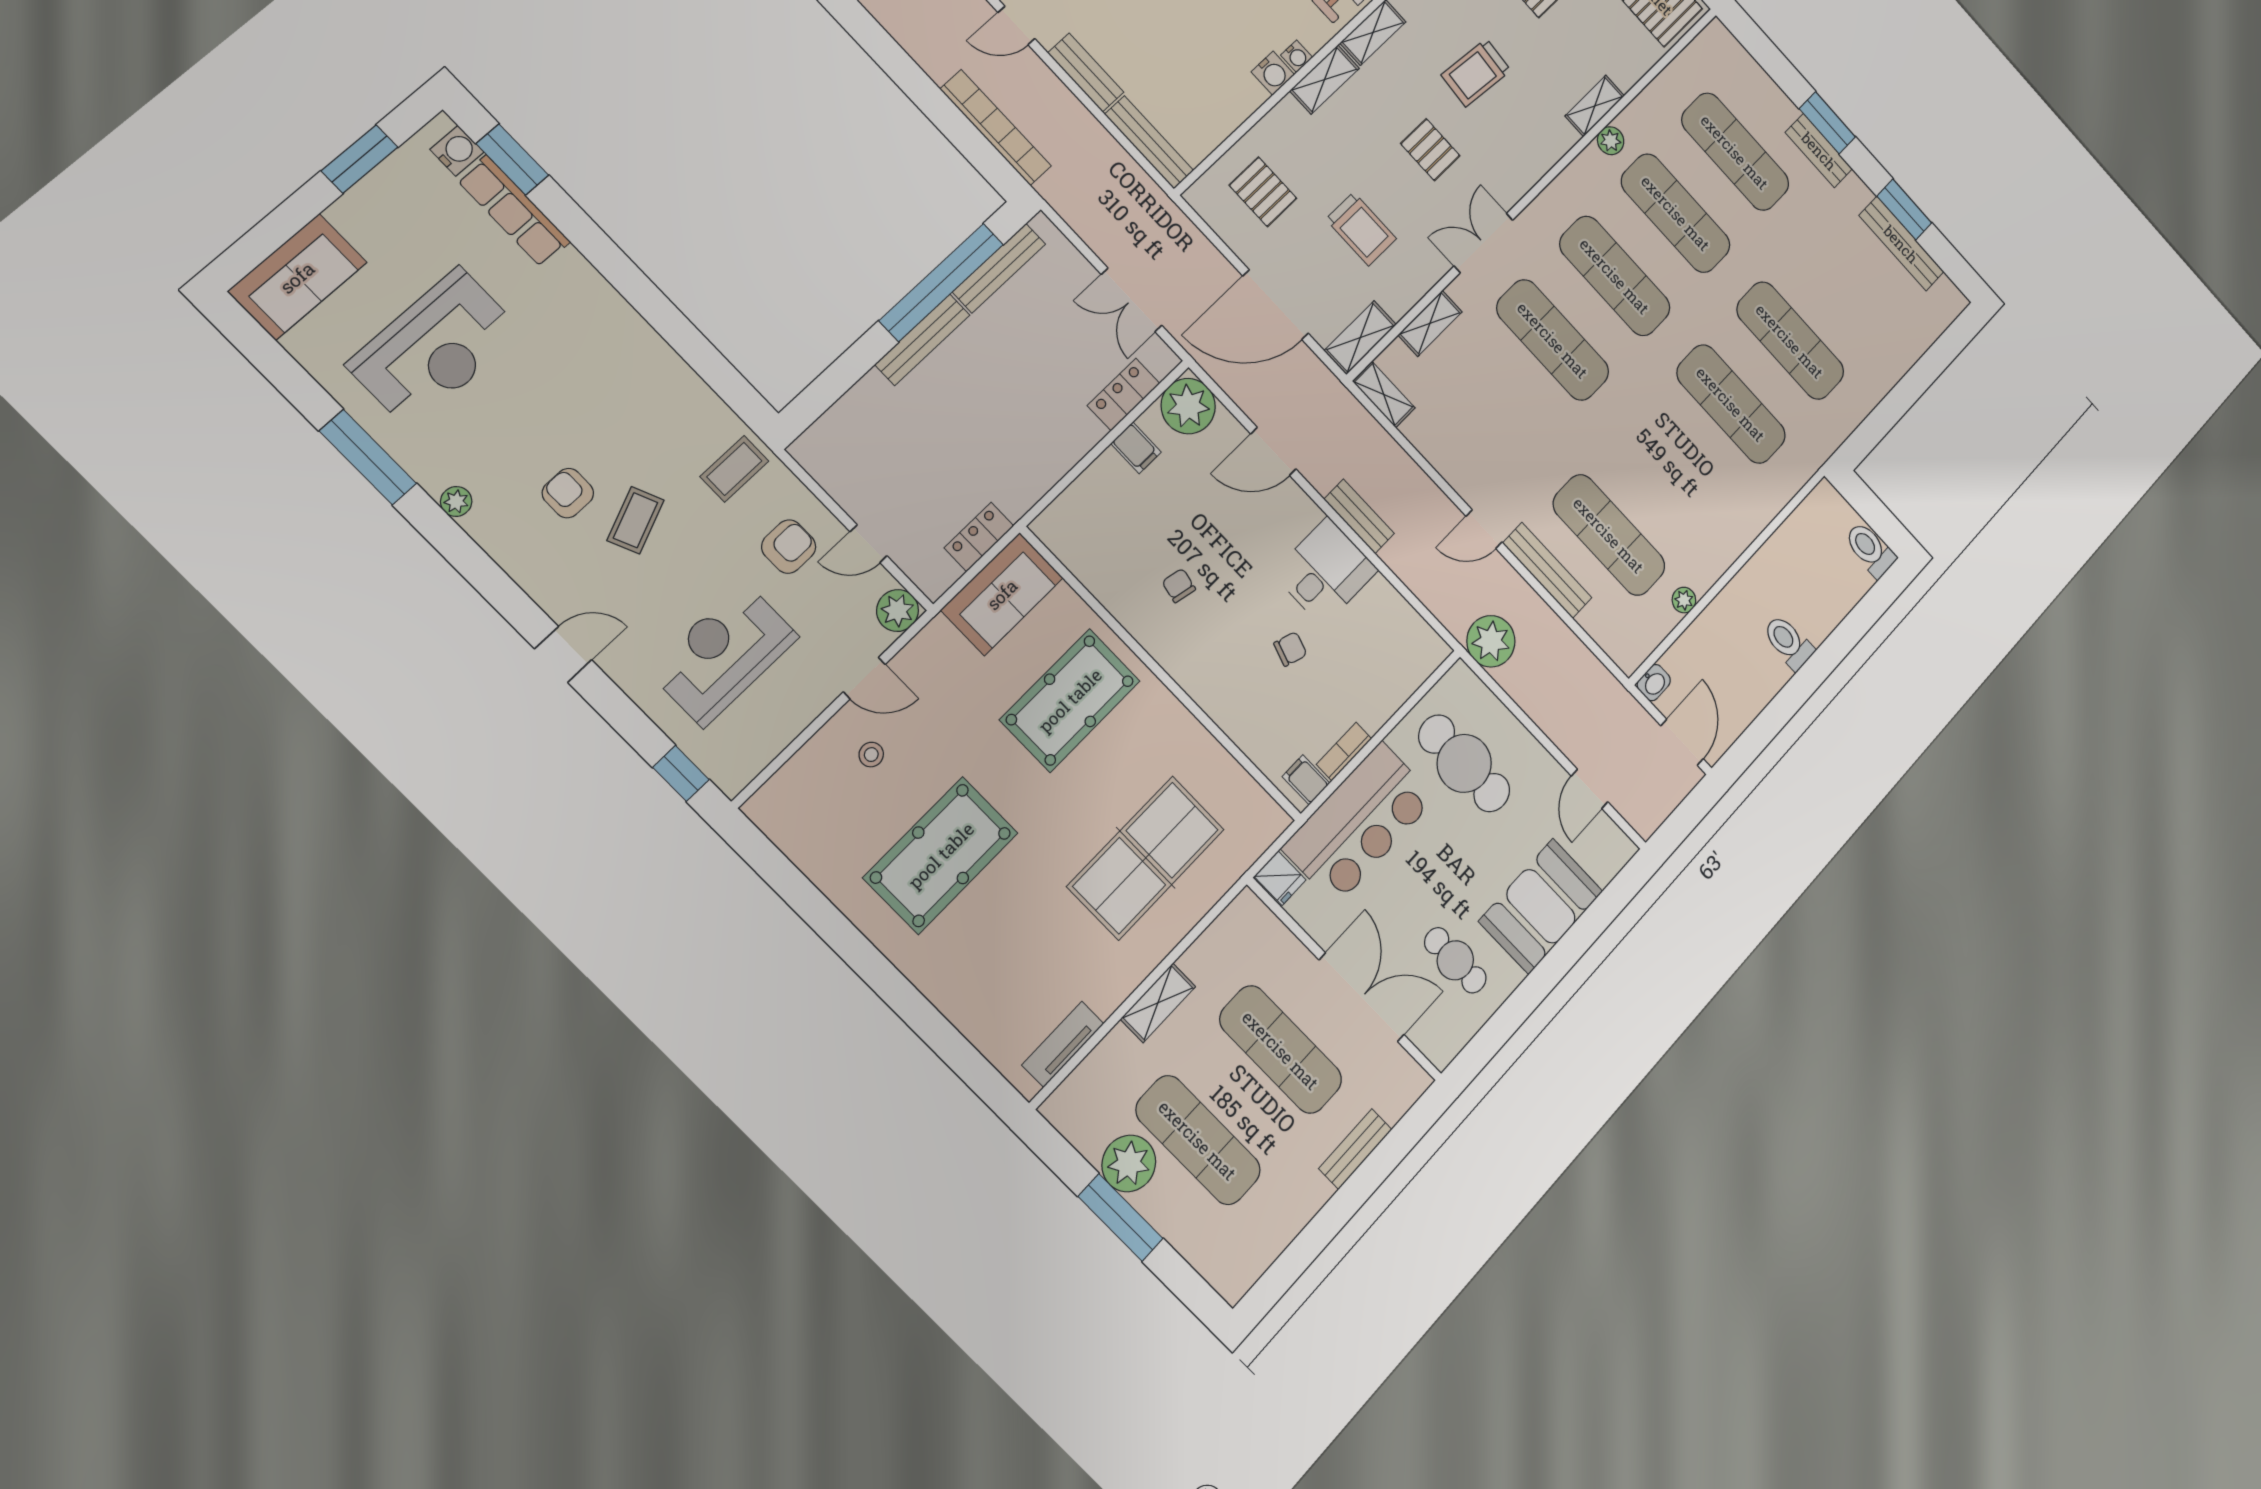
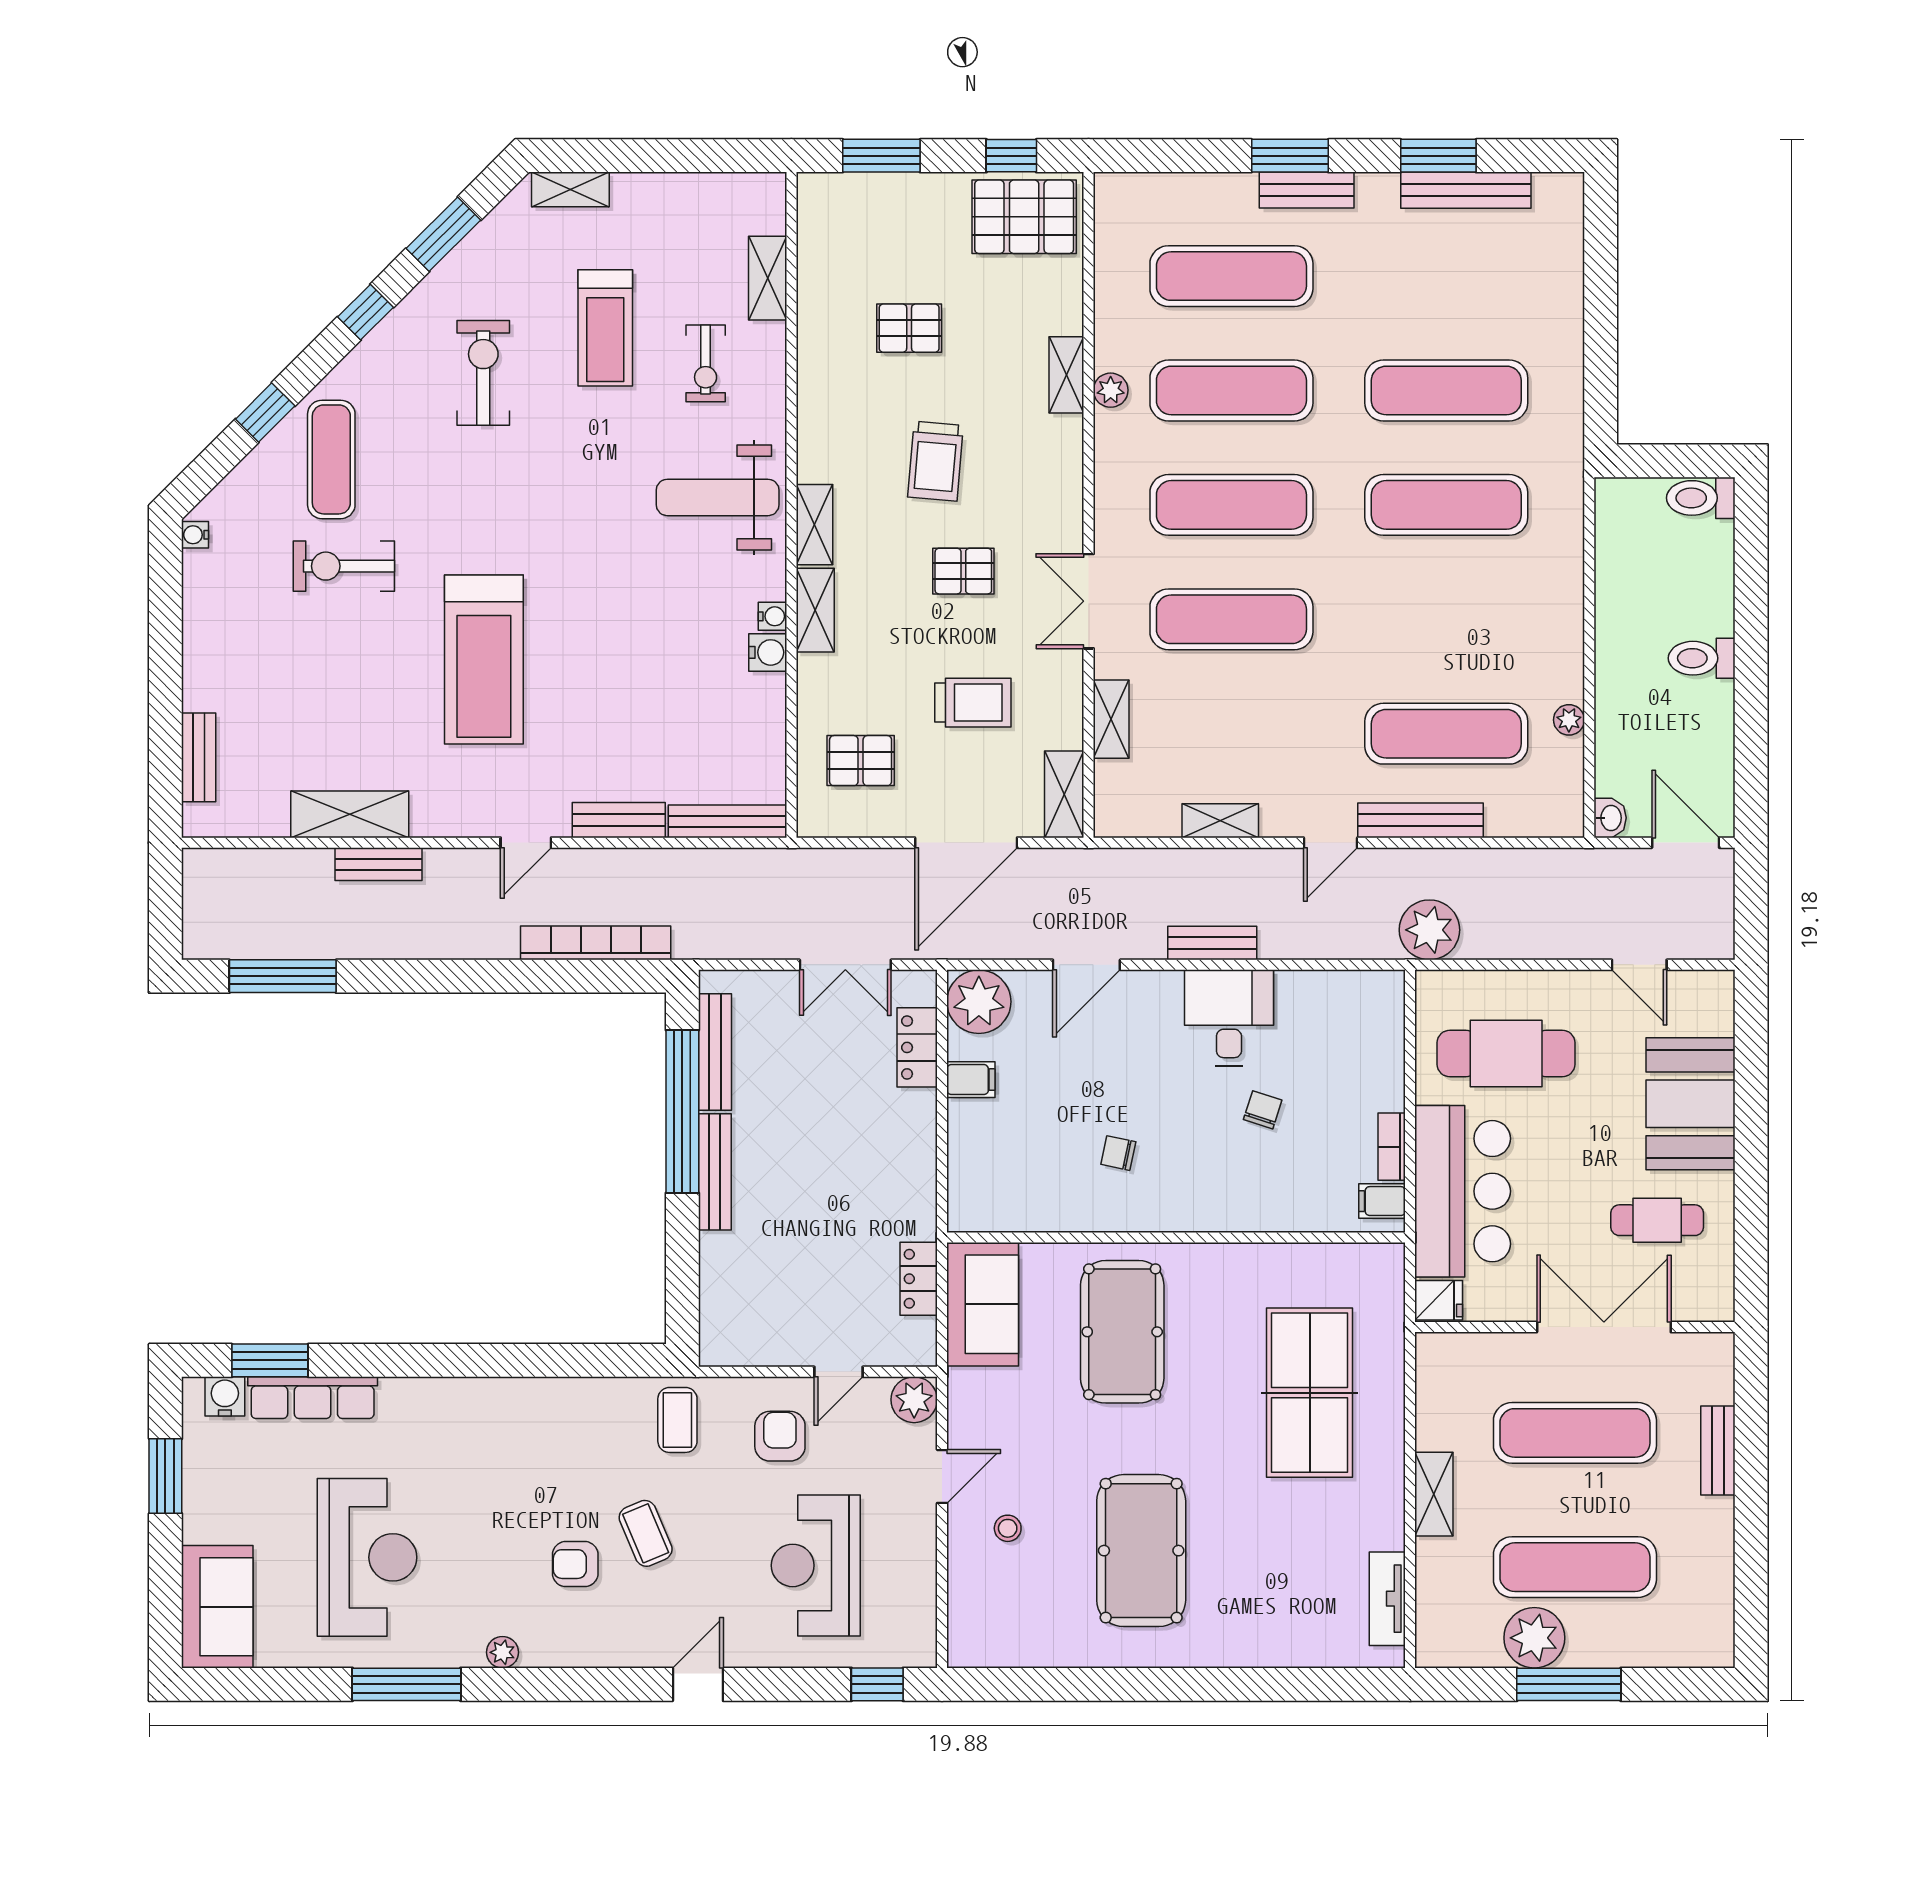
shelving: (1384, 394) -> (1220, 821), moved

